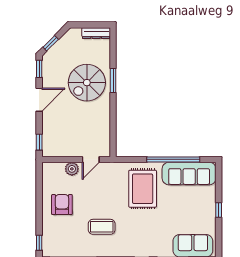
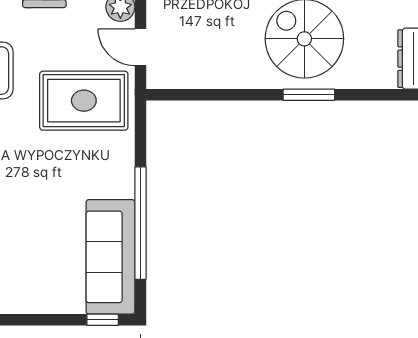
rug: (143, 189) -> (84, 101), moved
window: (219, 210) -> (103, 320), moved

